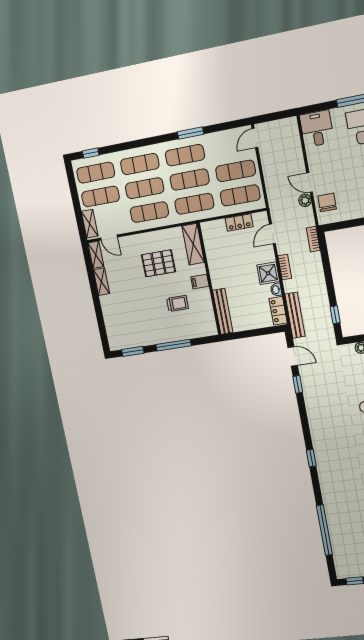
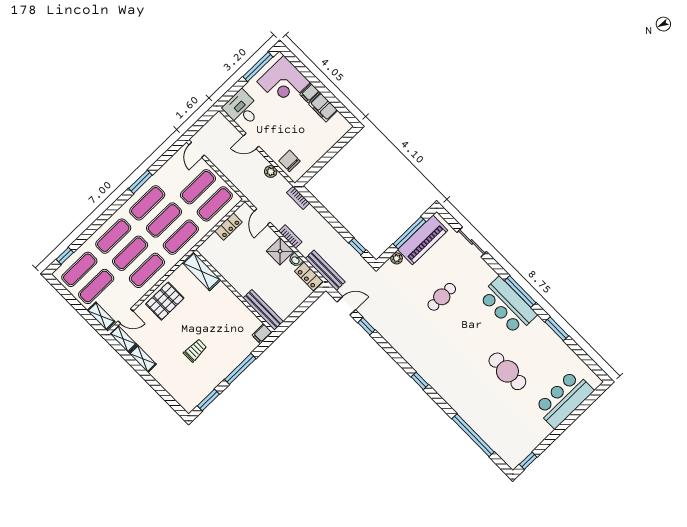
door: (310, 182) -> (251, 141), moved
pallet: (158, 263) -> (165, 301), moved
filing cabinet: (200, 282) -> (262, 334), moved
trolley: (177, 303) -> (195, 350), moved

